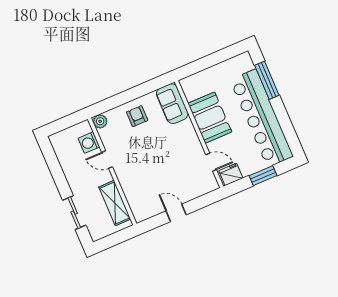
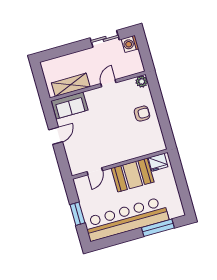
sofa: (172, 104) -> (70, 105), moved, turned 180
washing machine: (89, 143) -> (130, 44), moved, turned -90
fridge: (231, 174) -> (158, 162), moved, turned 90
sliding door: (74, 213) -> (105, 39), moved

